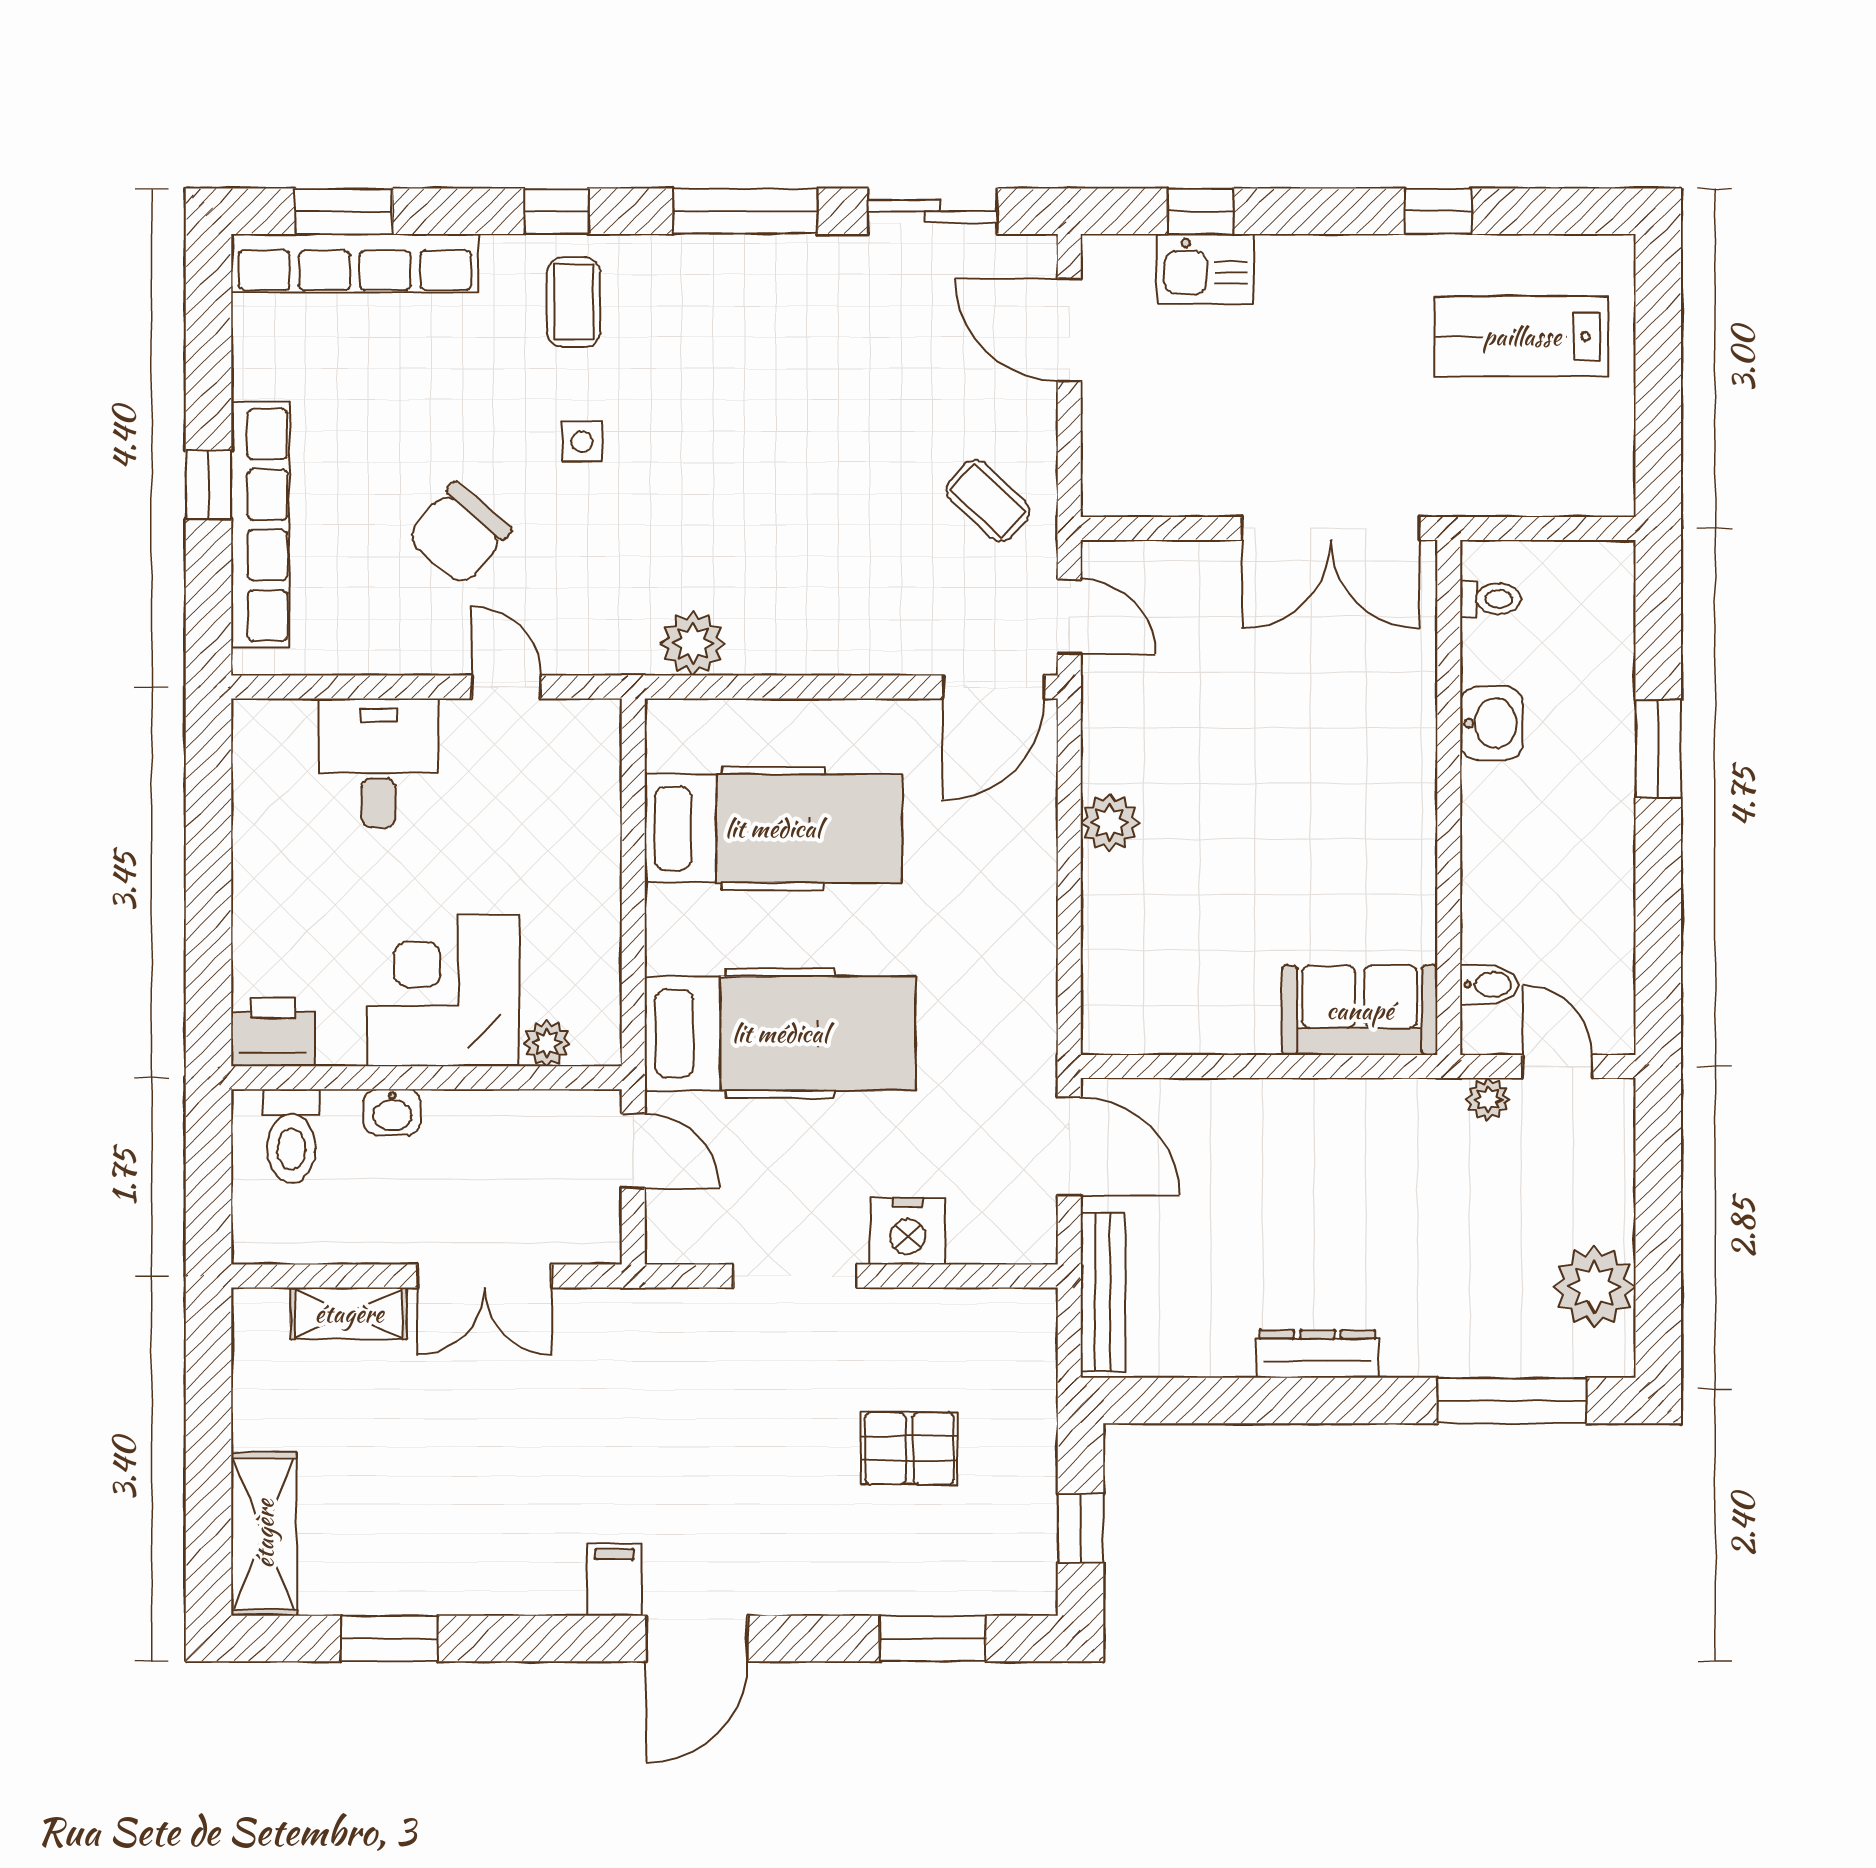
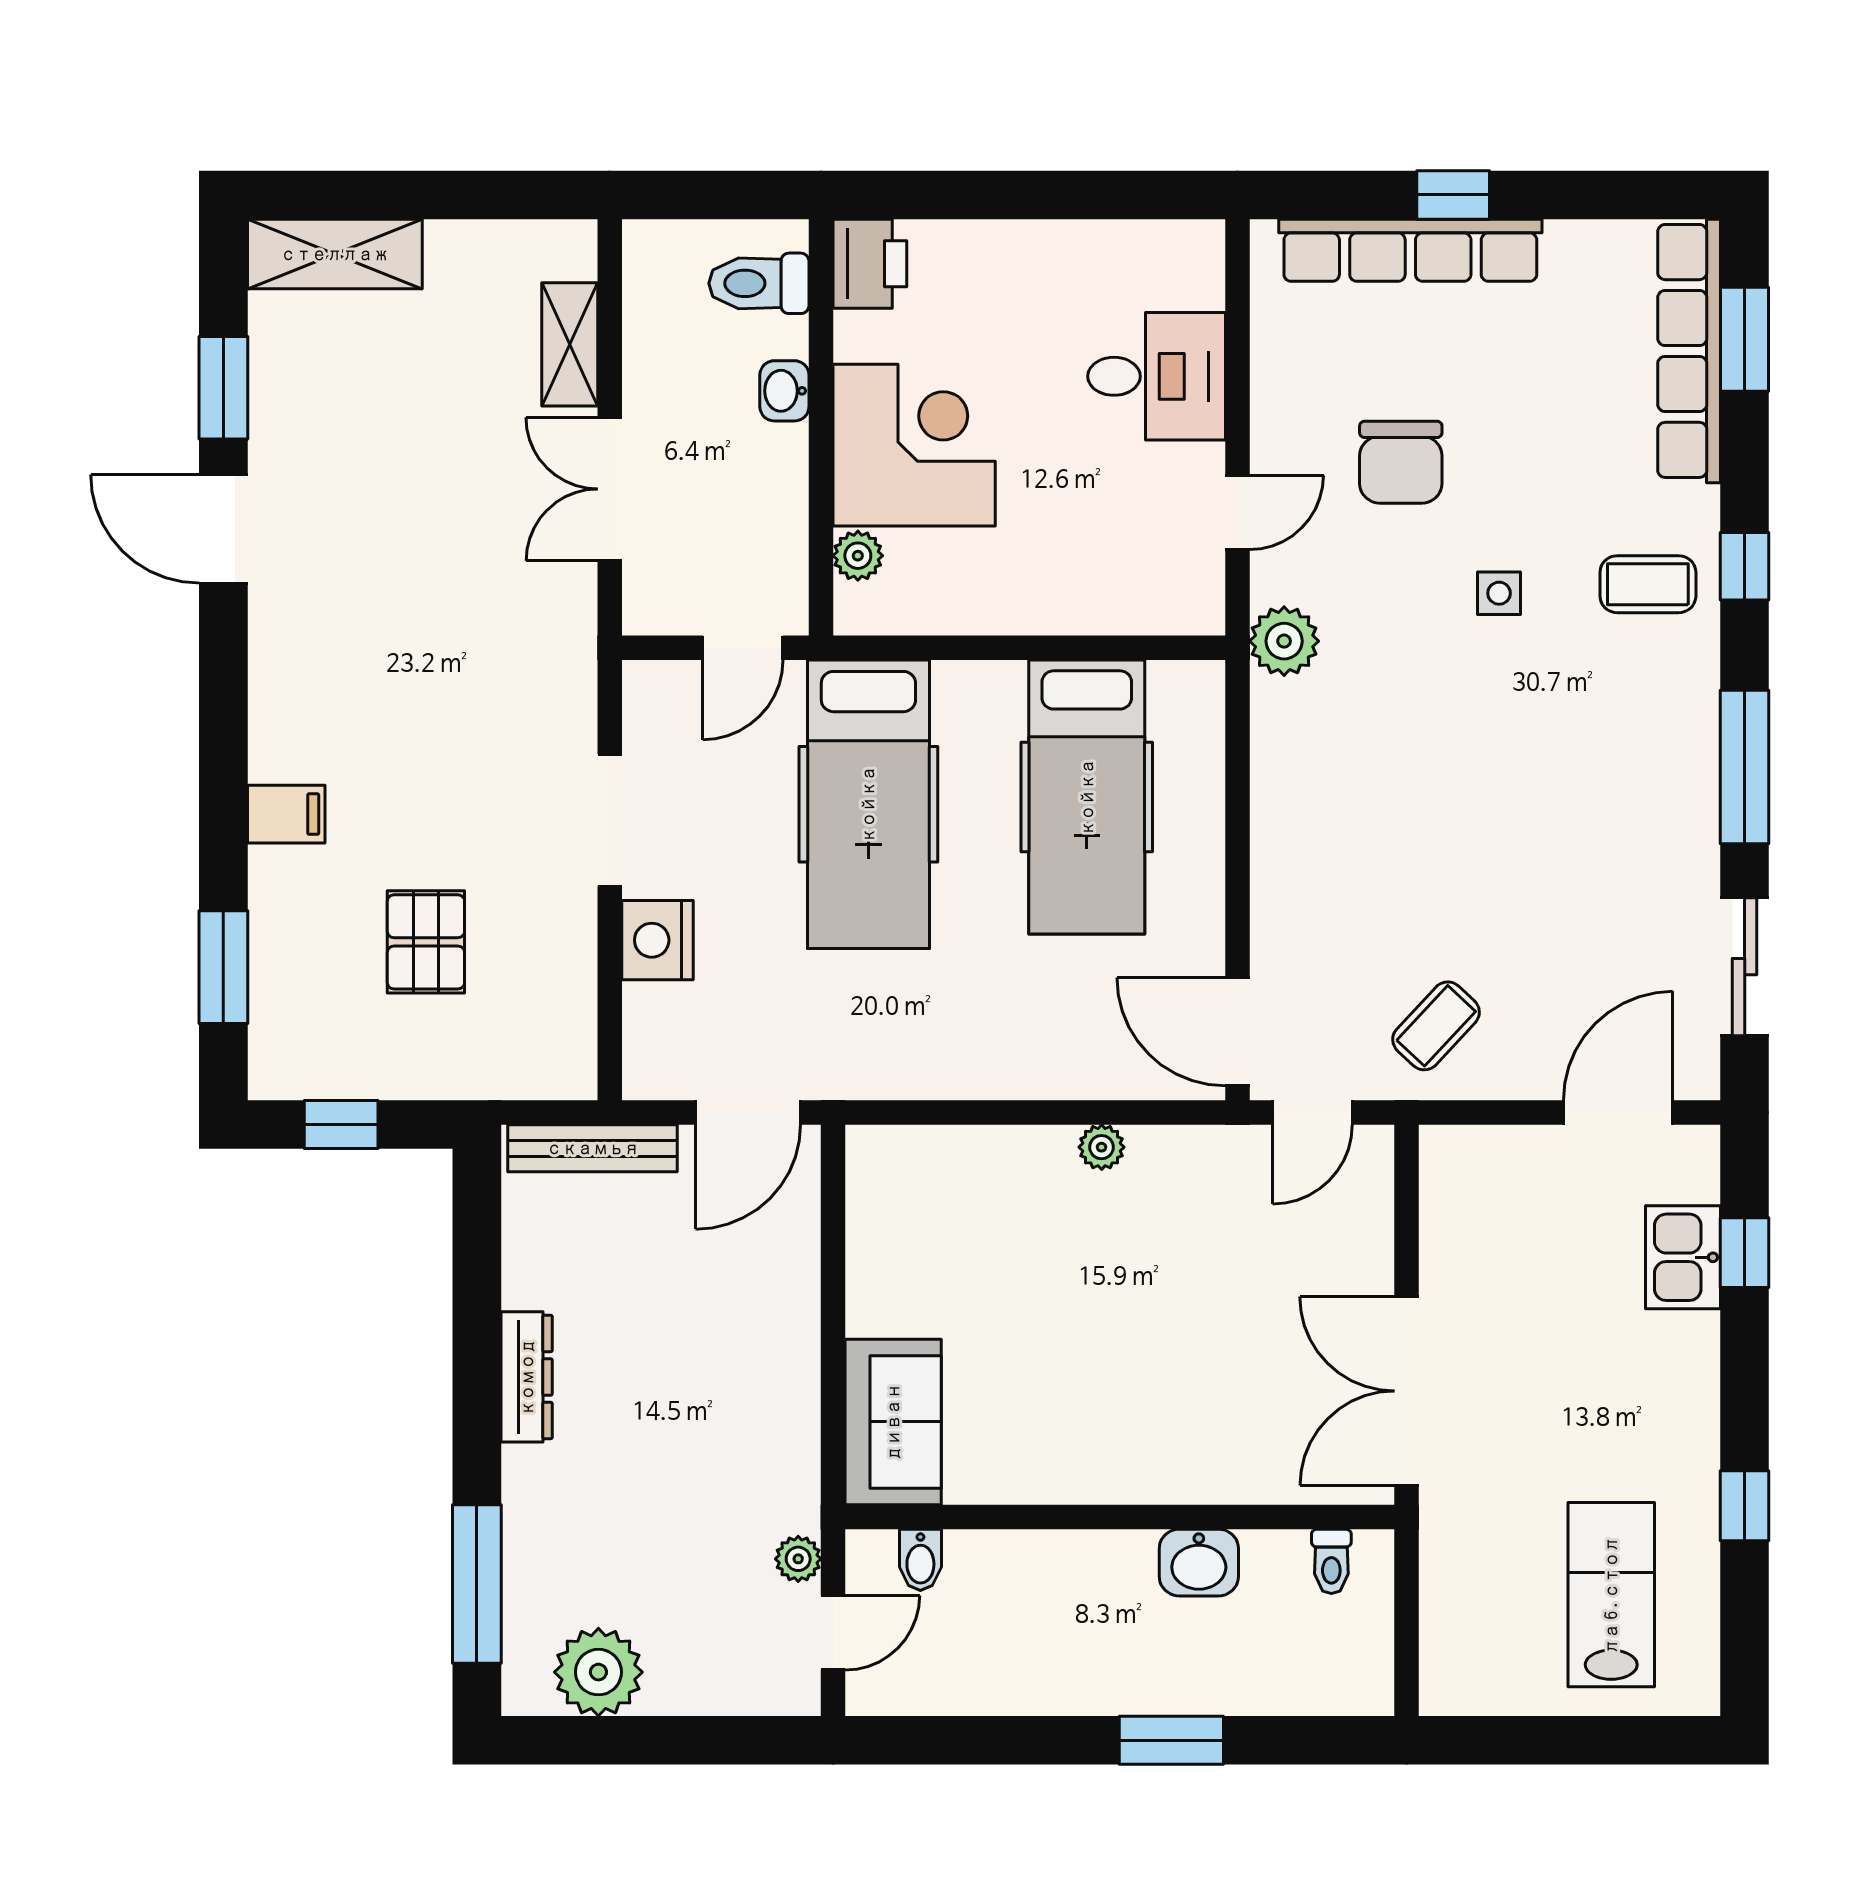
chair: (459, 534) -> (1401, 462), turned -131
plant: (693, 643) -> (1284, 641), moved
plant: (1110, 823) -> (1102, 1147), width x0.73, depth x0.73
filing cabinet: (614, 1580) -> (286, 814), moved
door: (697, 1638) -> (223, 529), moved

